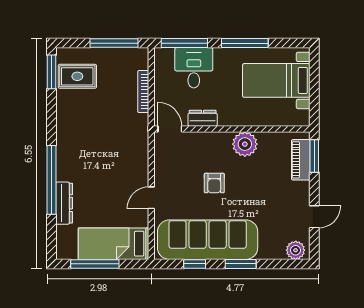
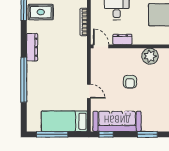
door: (151, 198) -> (89, 91), swing flipped
dresser: (64, 203) -> (32, 47), moved
sofa: (208, 240) -> (117, 121), width x0.74, depth x0.79
window: (195, 264) -> (106, 134), moved

